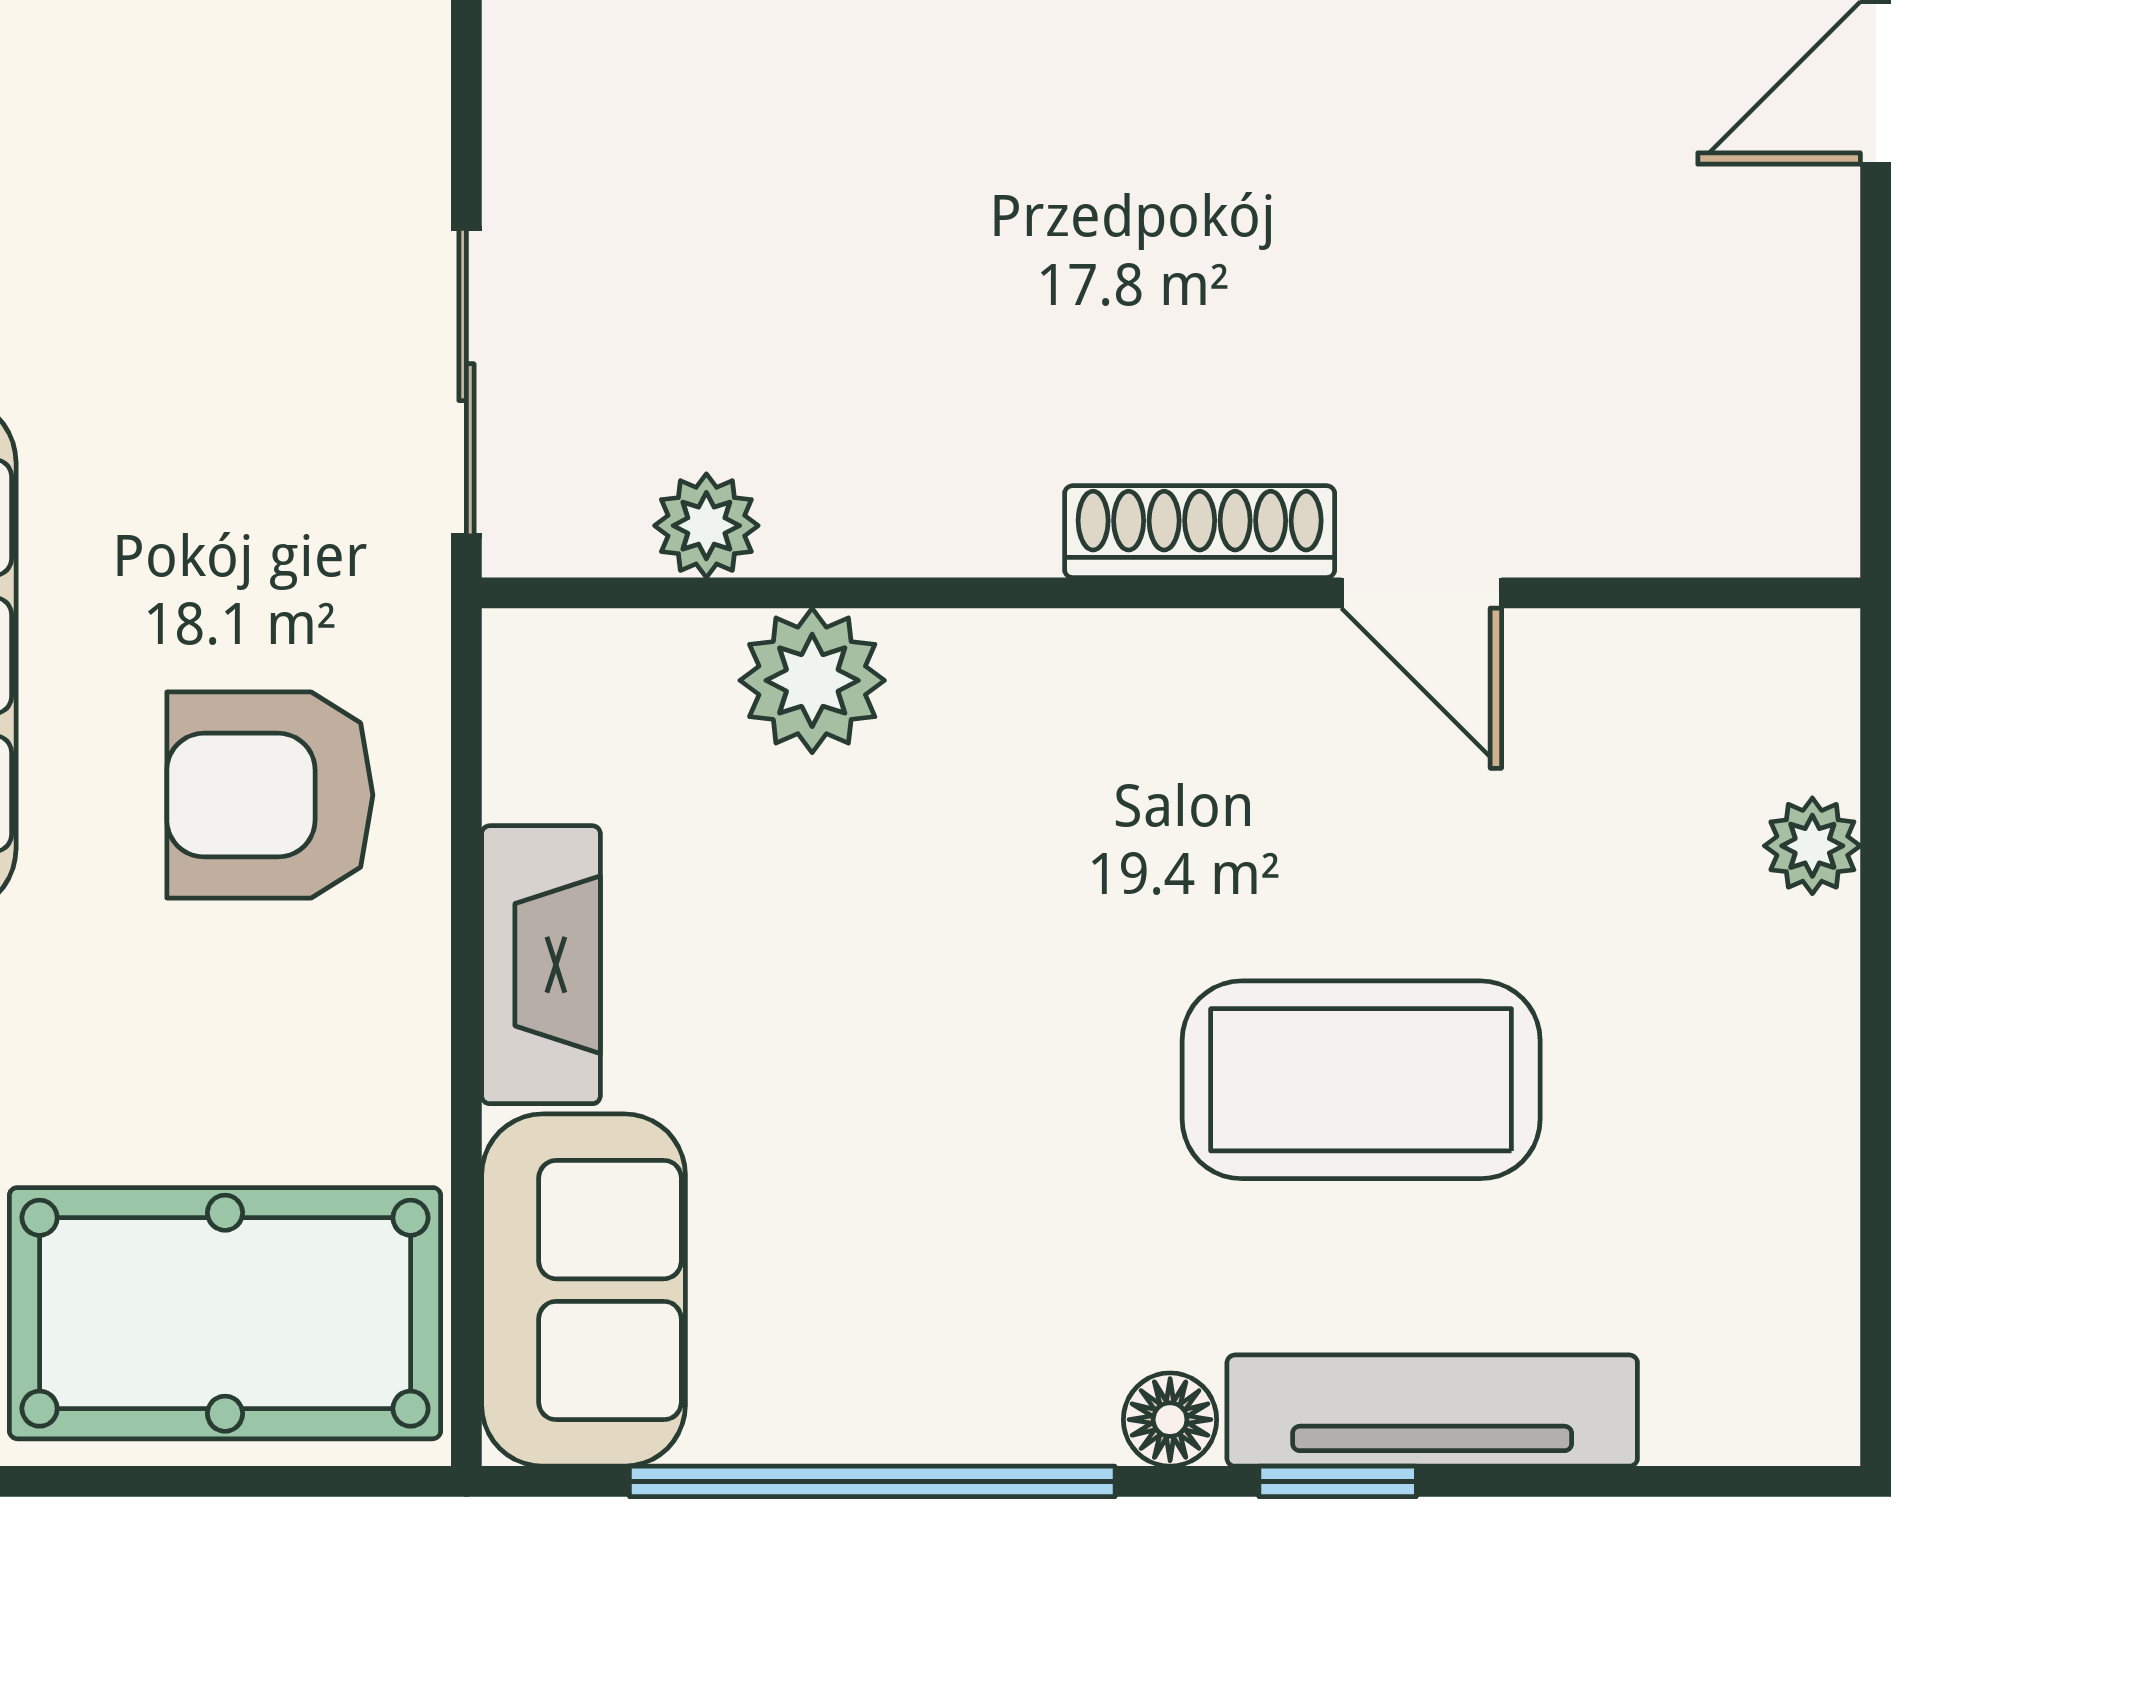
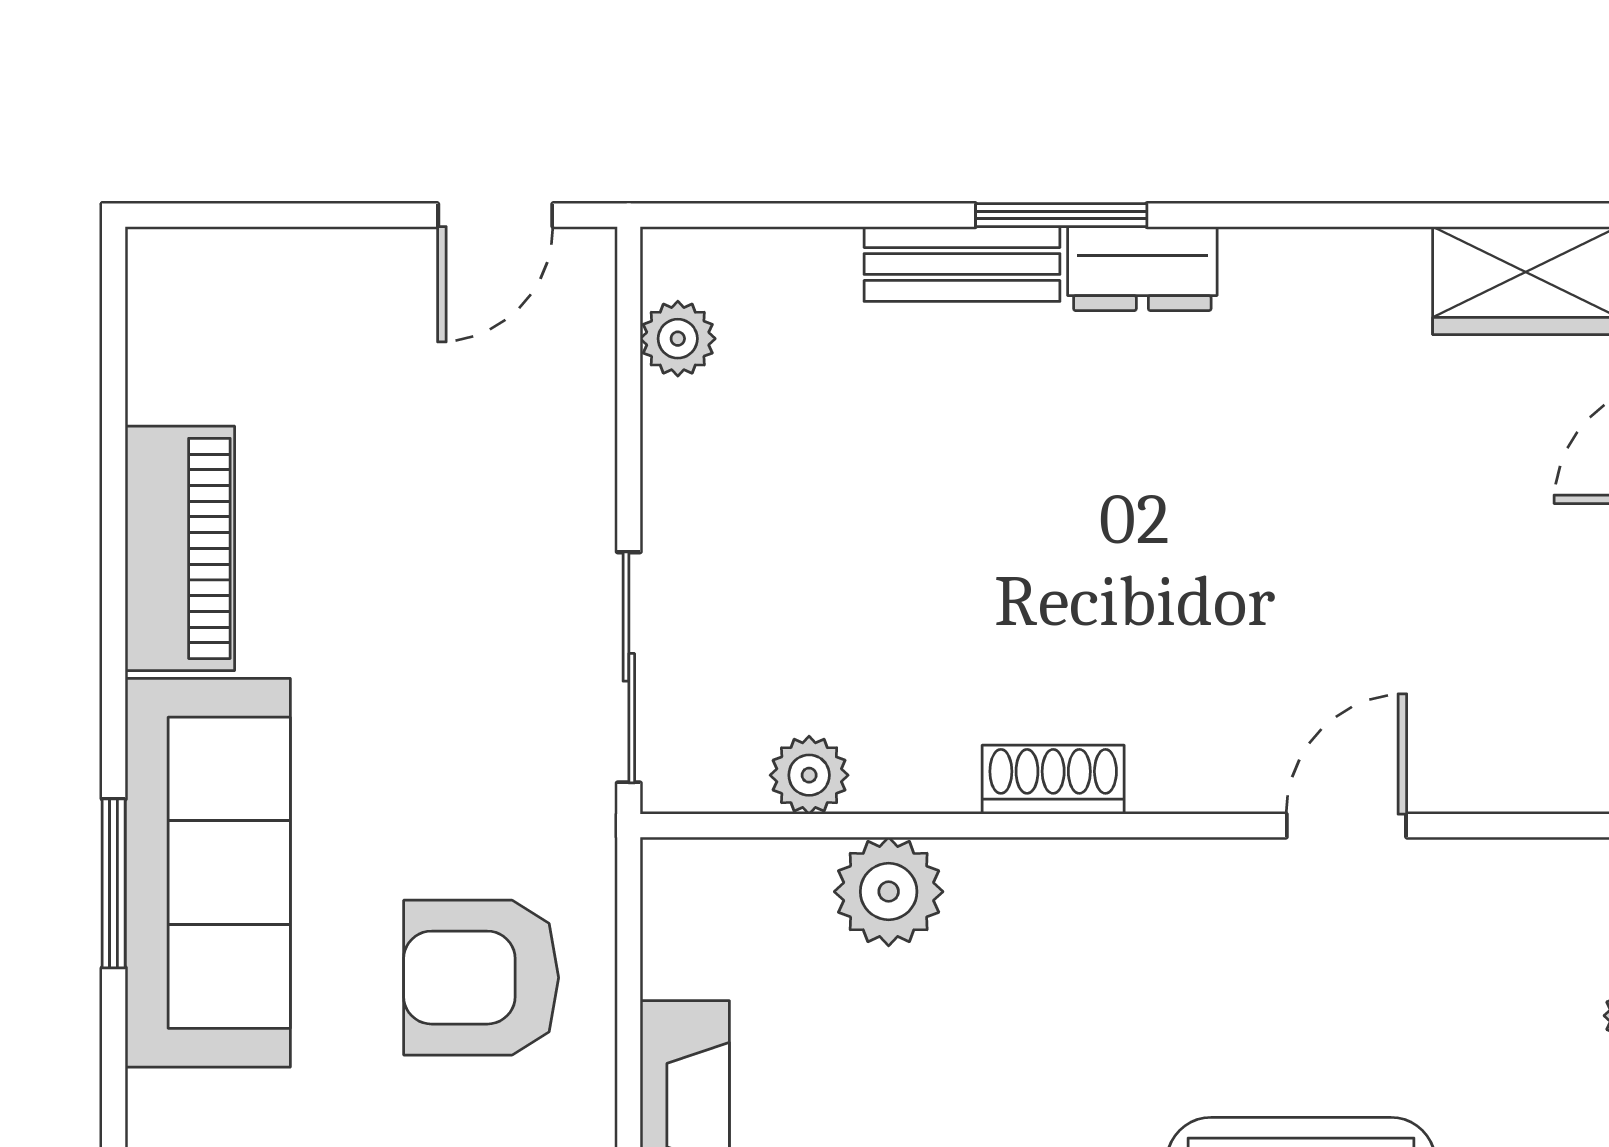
shoe rack: (1200, 532) -> (1053, 780), moved, width x0.70
door: (1422, 593) -> (1346, 826), swing flipped

